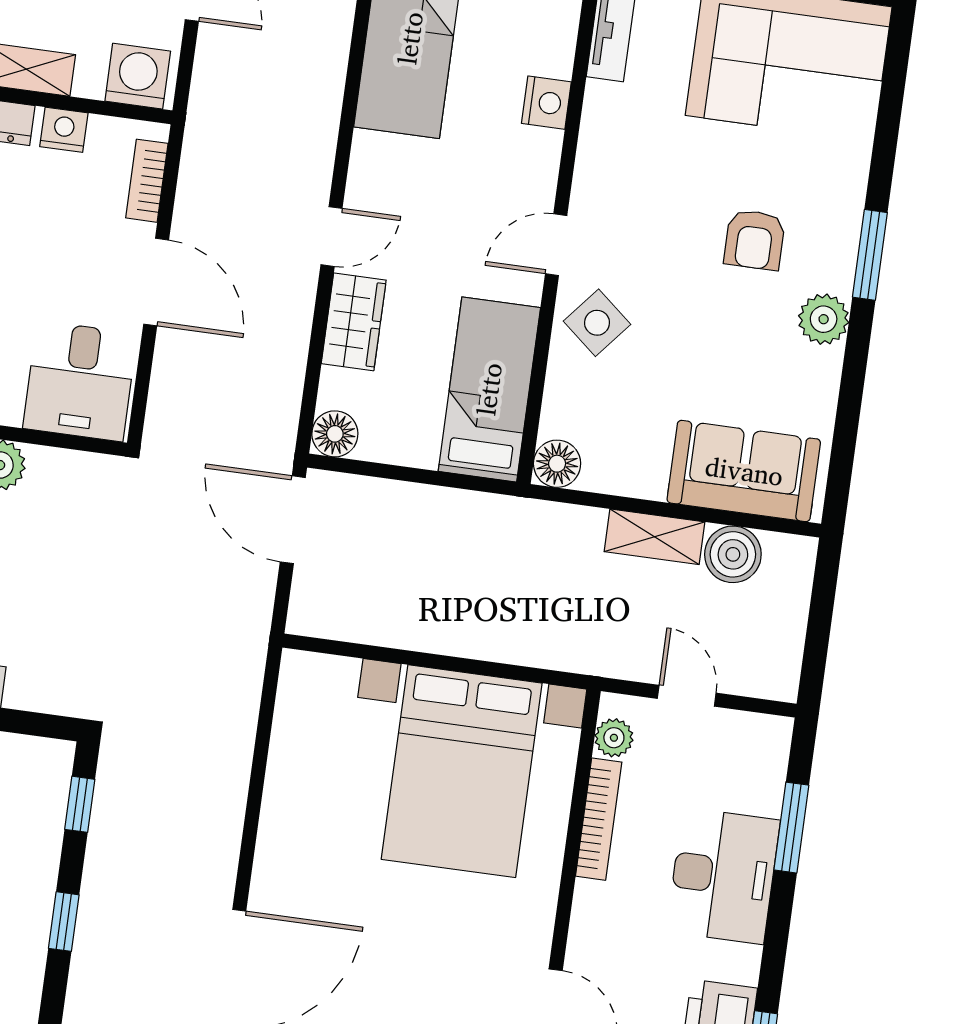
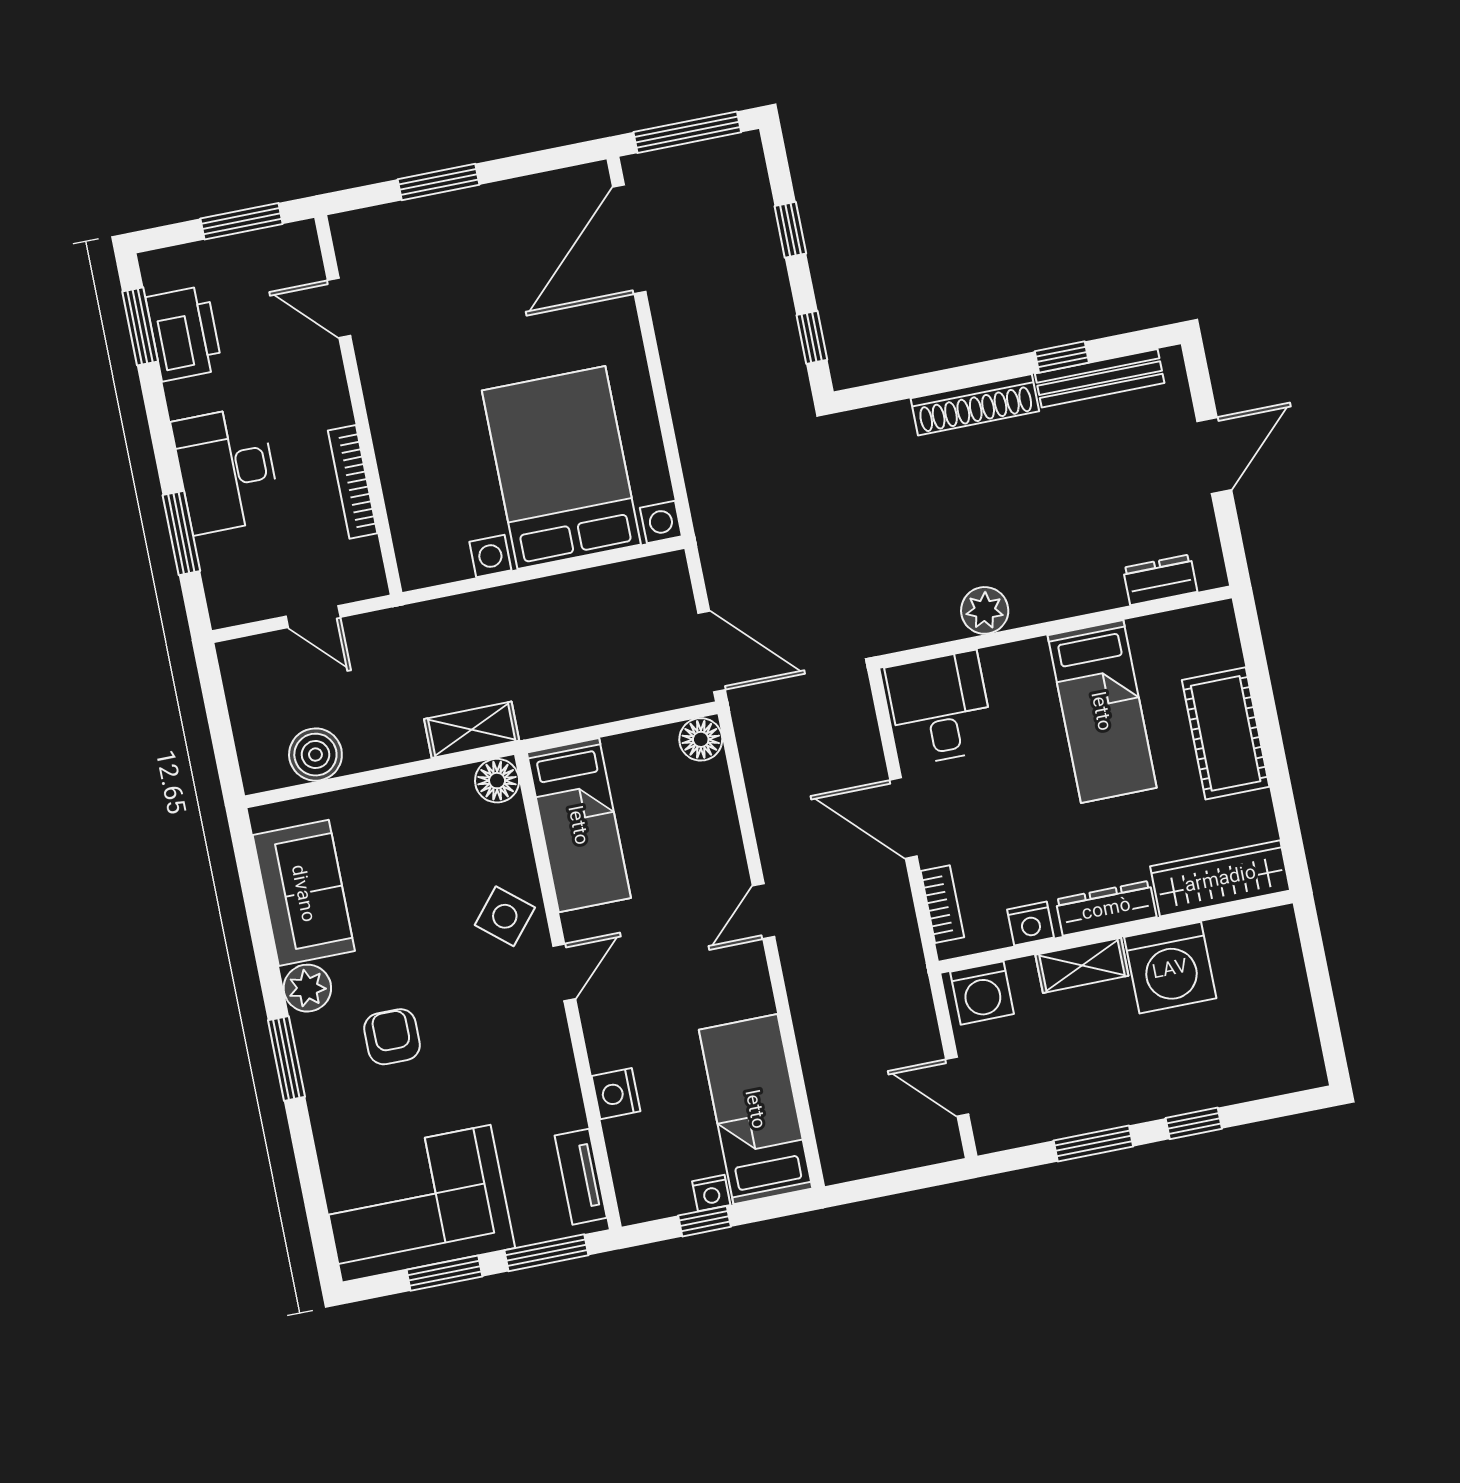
wardrobe: (354, 322) -> (718, 843), removed
sofa: (744, 471) -> (304, 893), moved, turned -90
shelving: (655, 537) -> (472, 730), moved
plant: (614, 738) -> (364, 558), removed
bed with nightstands: (462, 771) -> (561, 468), moved

